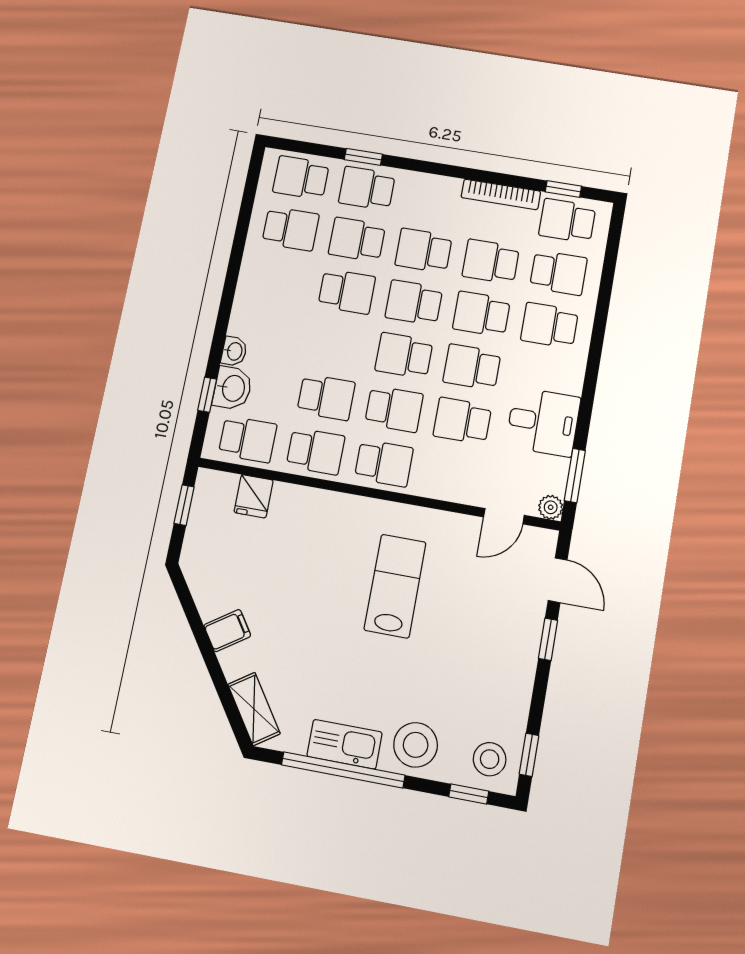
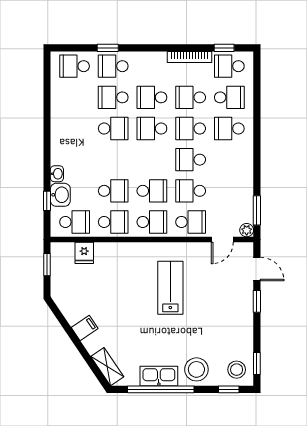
school desk: (291, 229) -> (75, 97), removed
school desk: (404, 355) -> (191, 222), moved, turned 180
desk: (543, 422) -> (235, 184), removed

